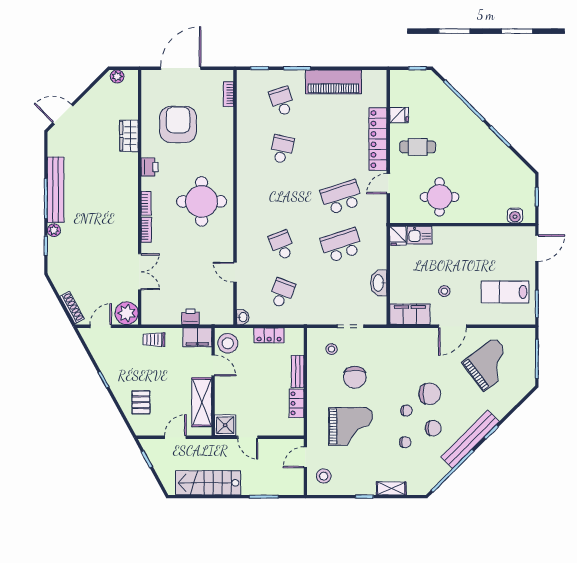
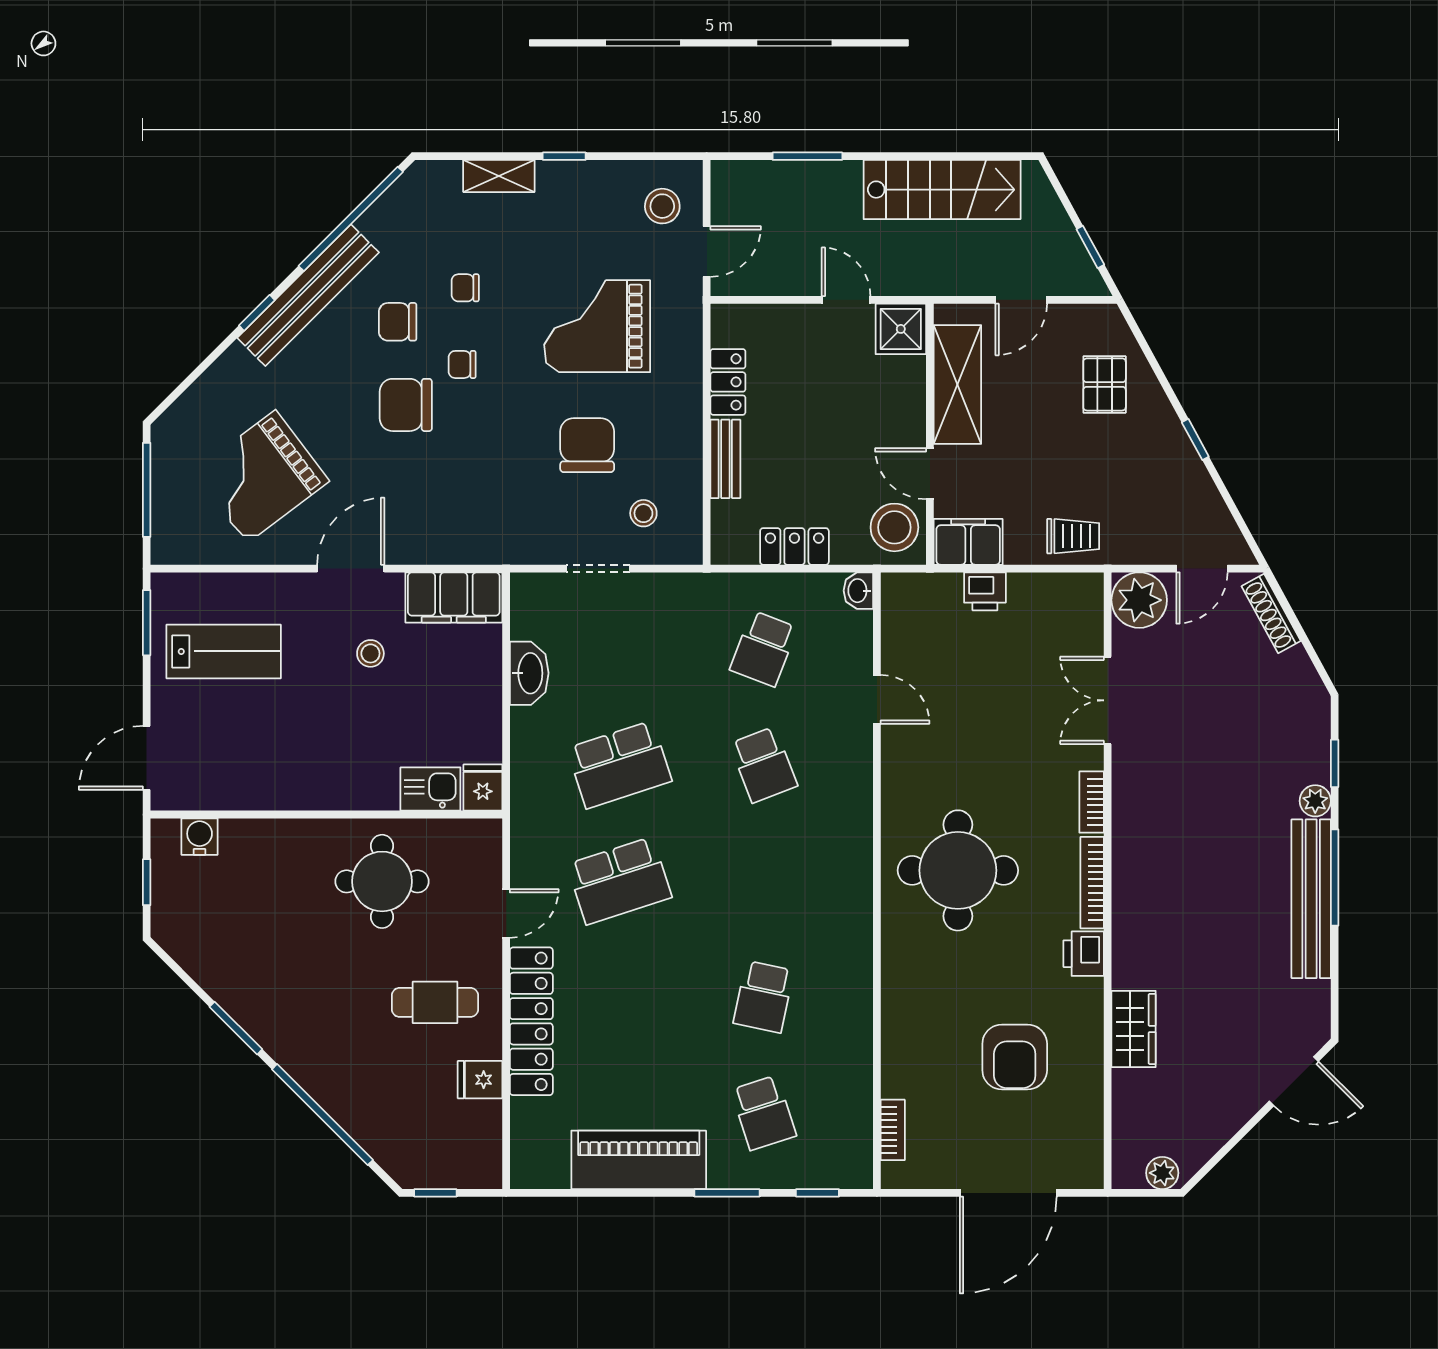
armchair: (178, 124) -> (1015, 1057), width x0.73, depth x0.73
bookcase: (146, 203) -> (1092, 883), width x1.56

